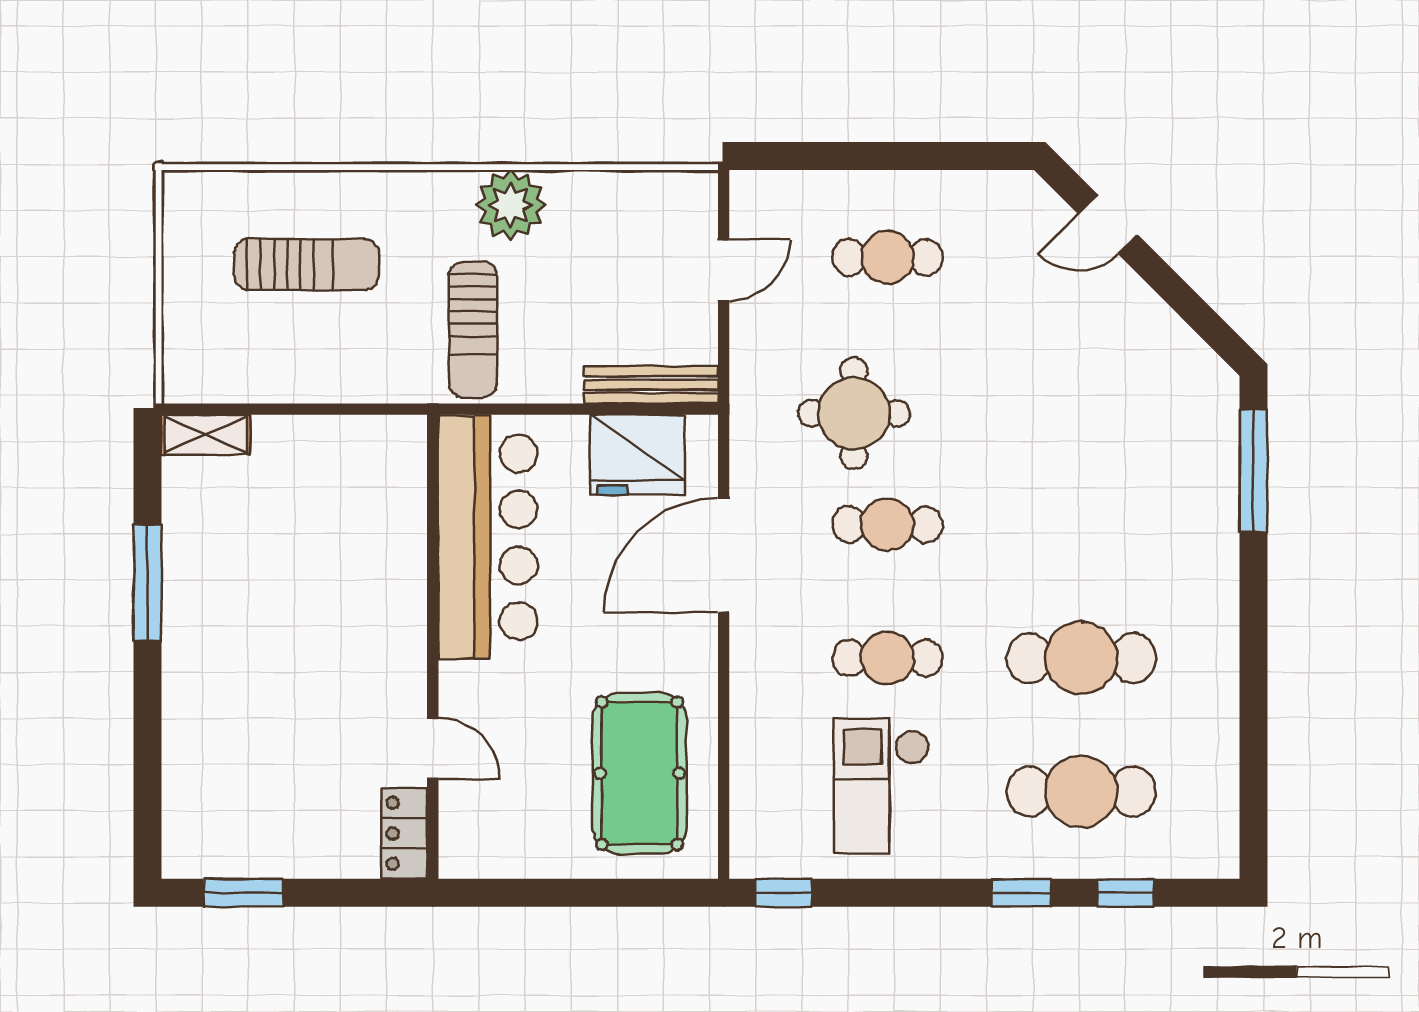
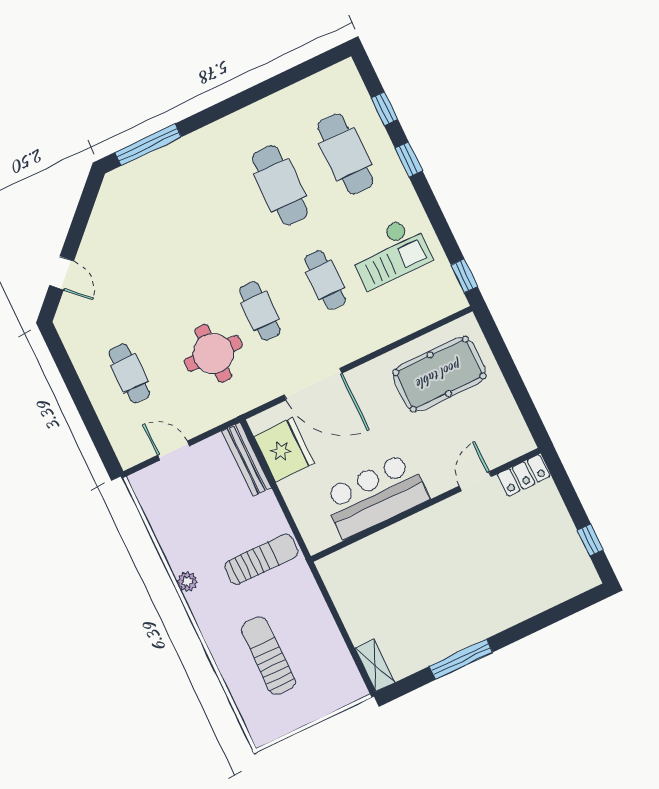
plant: (511, 205) -> (187, 582), width x0.53, depth x0.53
bar counter: (488, 537) -> (375, 496), width x0.73
window: (243, 893) -> (590, 540), width x0.67

